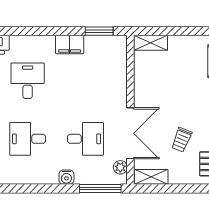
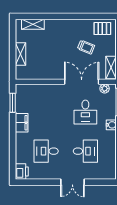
shelving: (150, 43) -> (20, 54), moved
desk: (28, 139) -> (85, 151), turned -90
desk: (85, 139) -> (85, 112), turned 180

